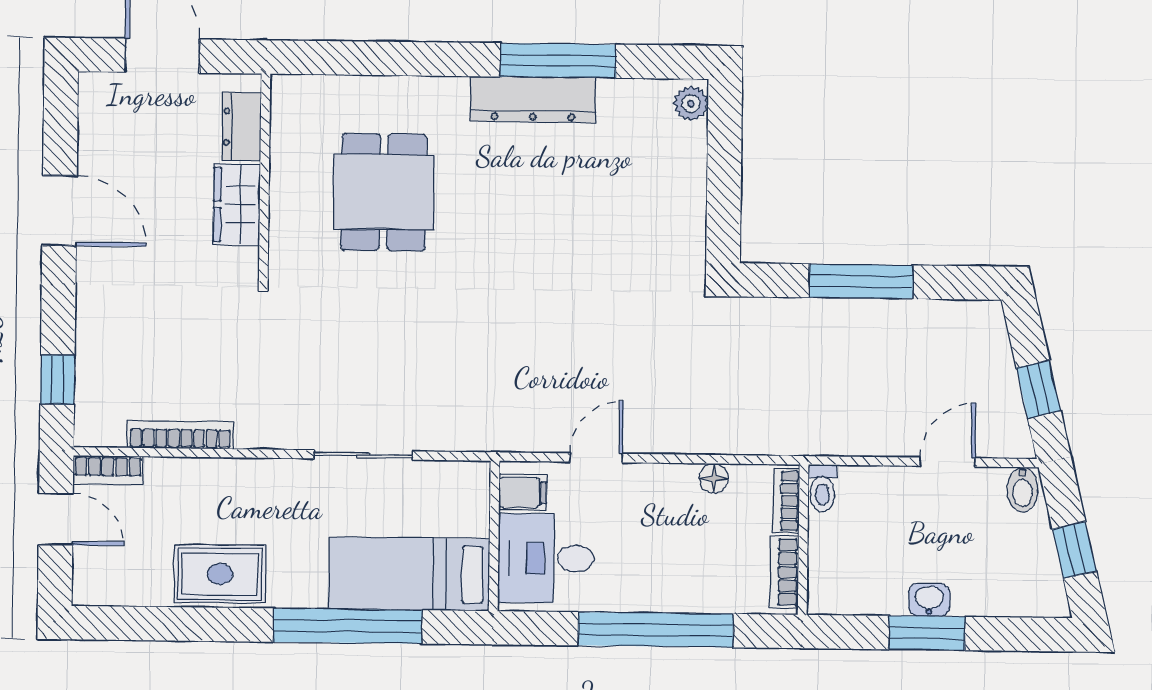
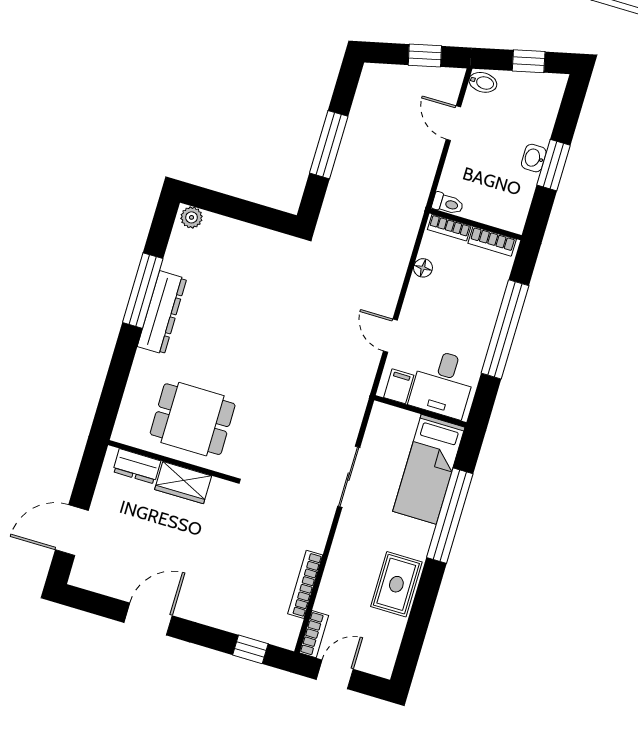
dresser: (242, 127) -> (137, 466), moved
wall: (265, 178) -> (172, 461), moved
wardrobe: (237, 204) -> (183, 483), moved

